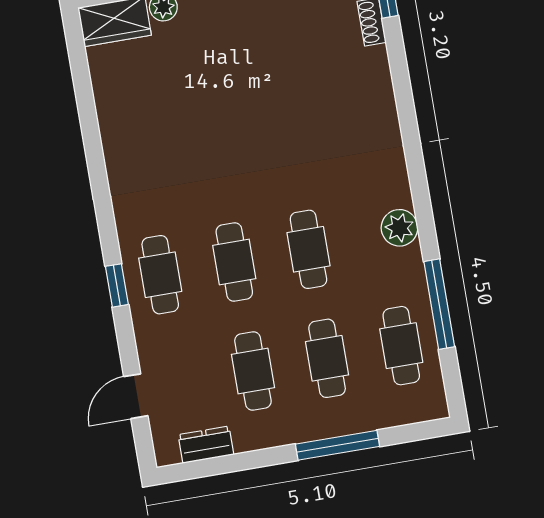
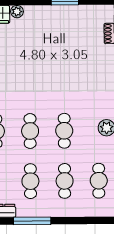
window: (337, 445) -> (32, 221), moved

